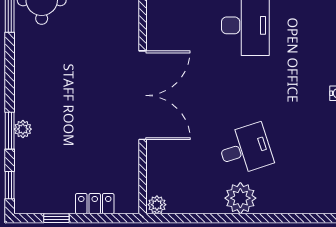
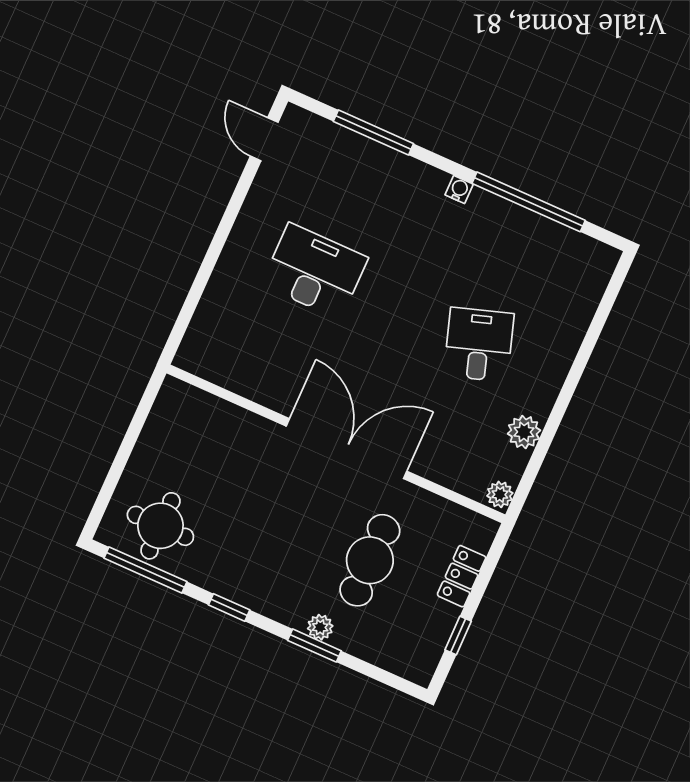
cafe table: (79, 141) -> (370, 560), added
window: (10, 185) -> (229, 607), moved
plant: (240, 198) -> (524, 432), moved, width x0.73, depth x0.73

